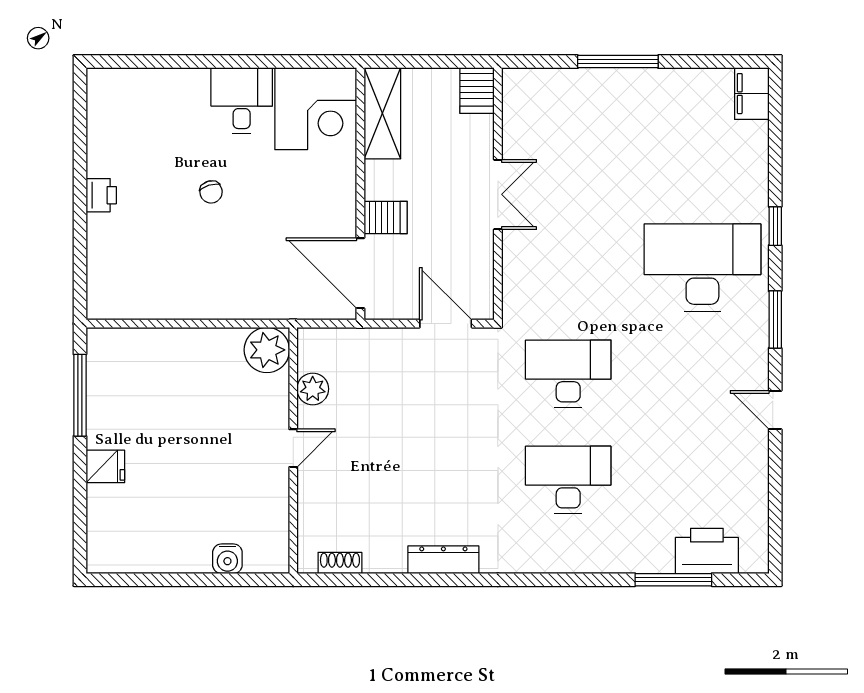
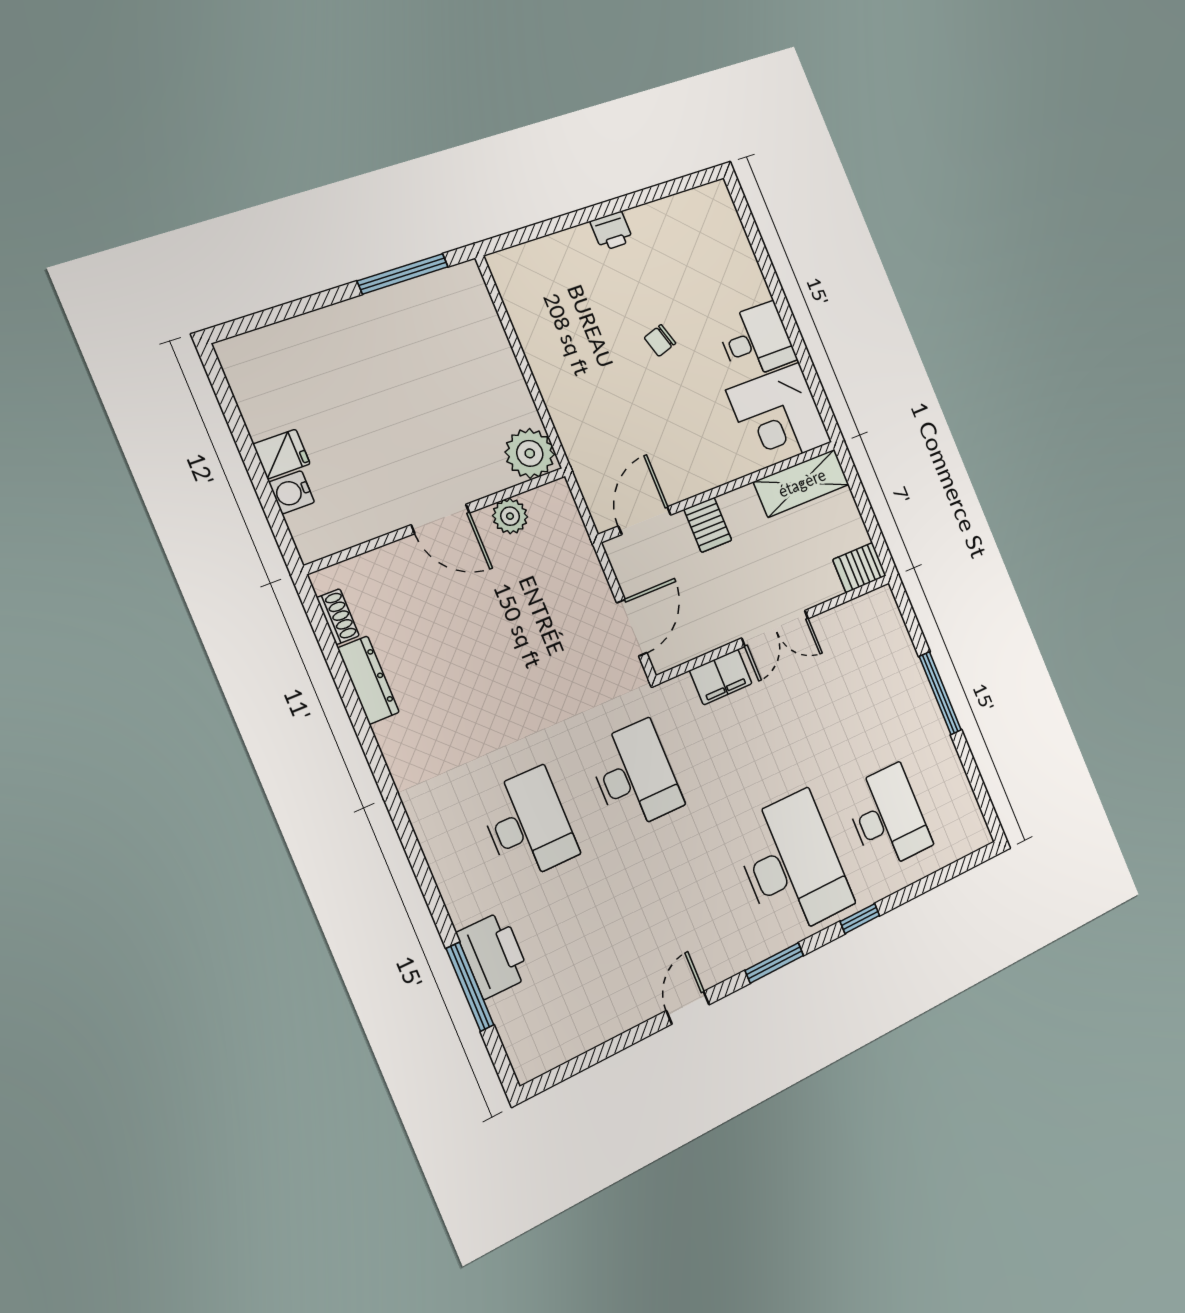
filing cabinet: (752, 94) -> (721, 677), moved, turned 180
desk: (702, 161) -> (888, 817), added
door: (360, 273) -> (645, 521), width x0.73
door: (293, 448) -> (440, 519), width x1.38
fridge: (105, 466) -> (282, 454), moved, turned -90
printer: (707, 551) -> (493, 955), moved
dresser: (443, 560) -> (368, 680), moved

